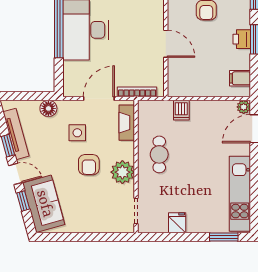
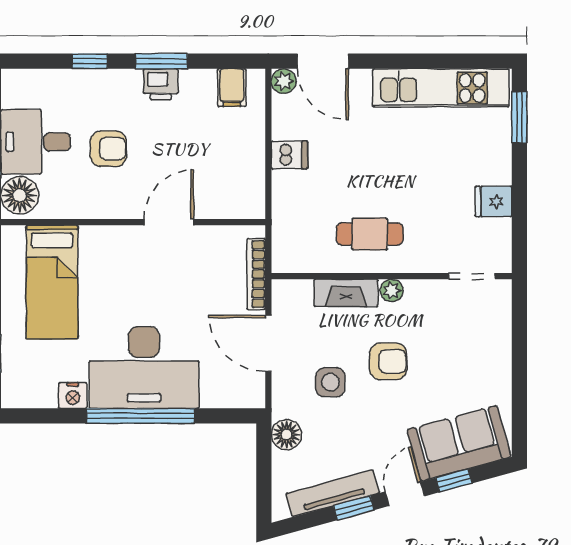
dishwasher: (181, 110) -> (289, 155), moved
fireplace: (127, 123) -> (346, 293), moved
plant: (122, 172) -> (392, 291), width x0.53, depth x0.53

